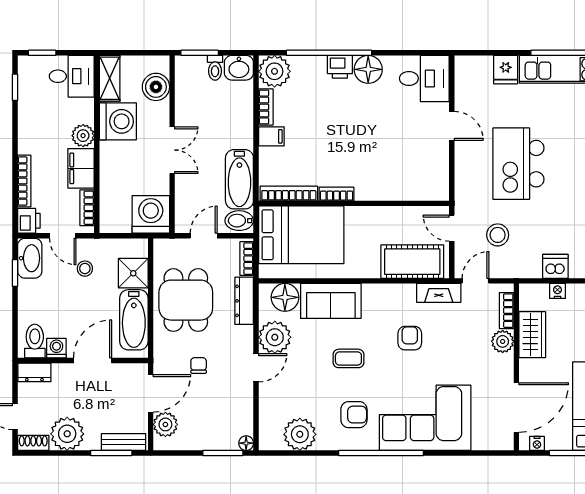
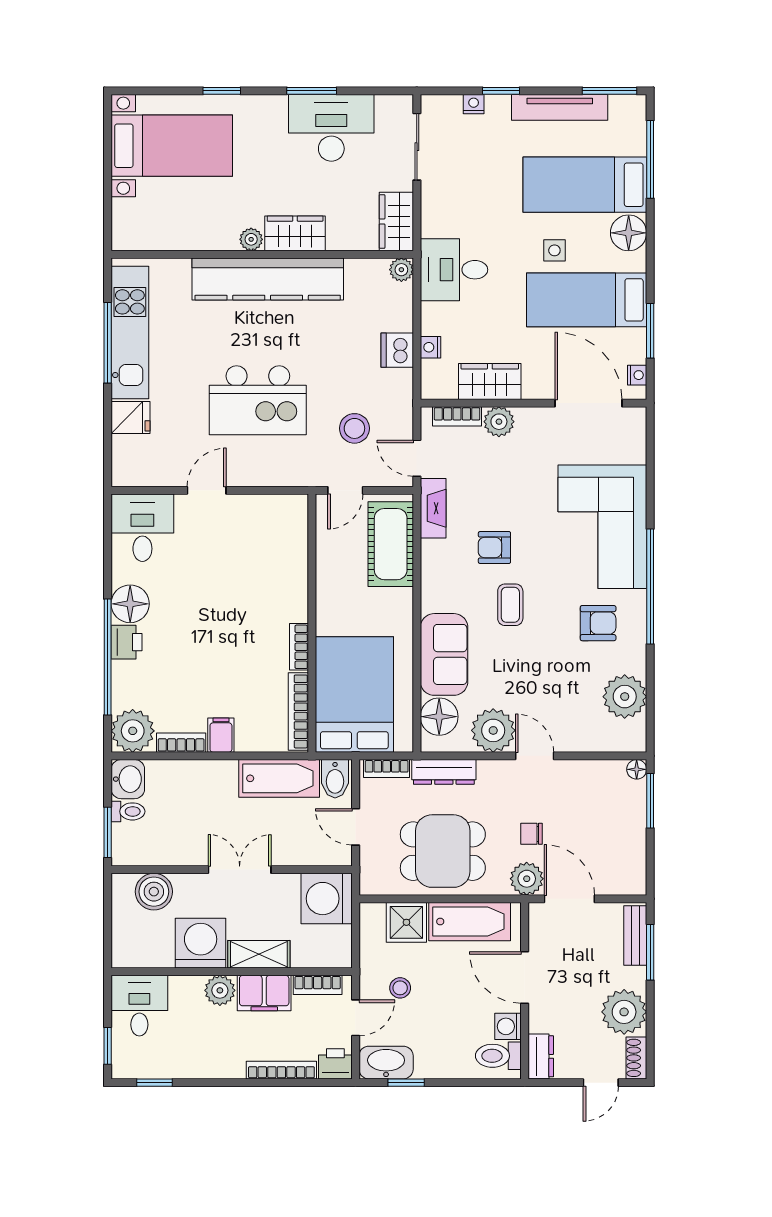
shelving: (110, 78) -> (259, 954), moved
coffee table: (348, 358) -> (510, 605), moved
armchair: (354, 415) -> (598, 623), turned 90
plant: (165, 424) -> (527, 879), moved

